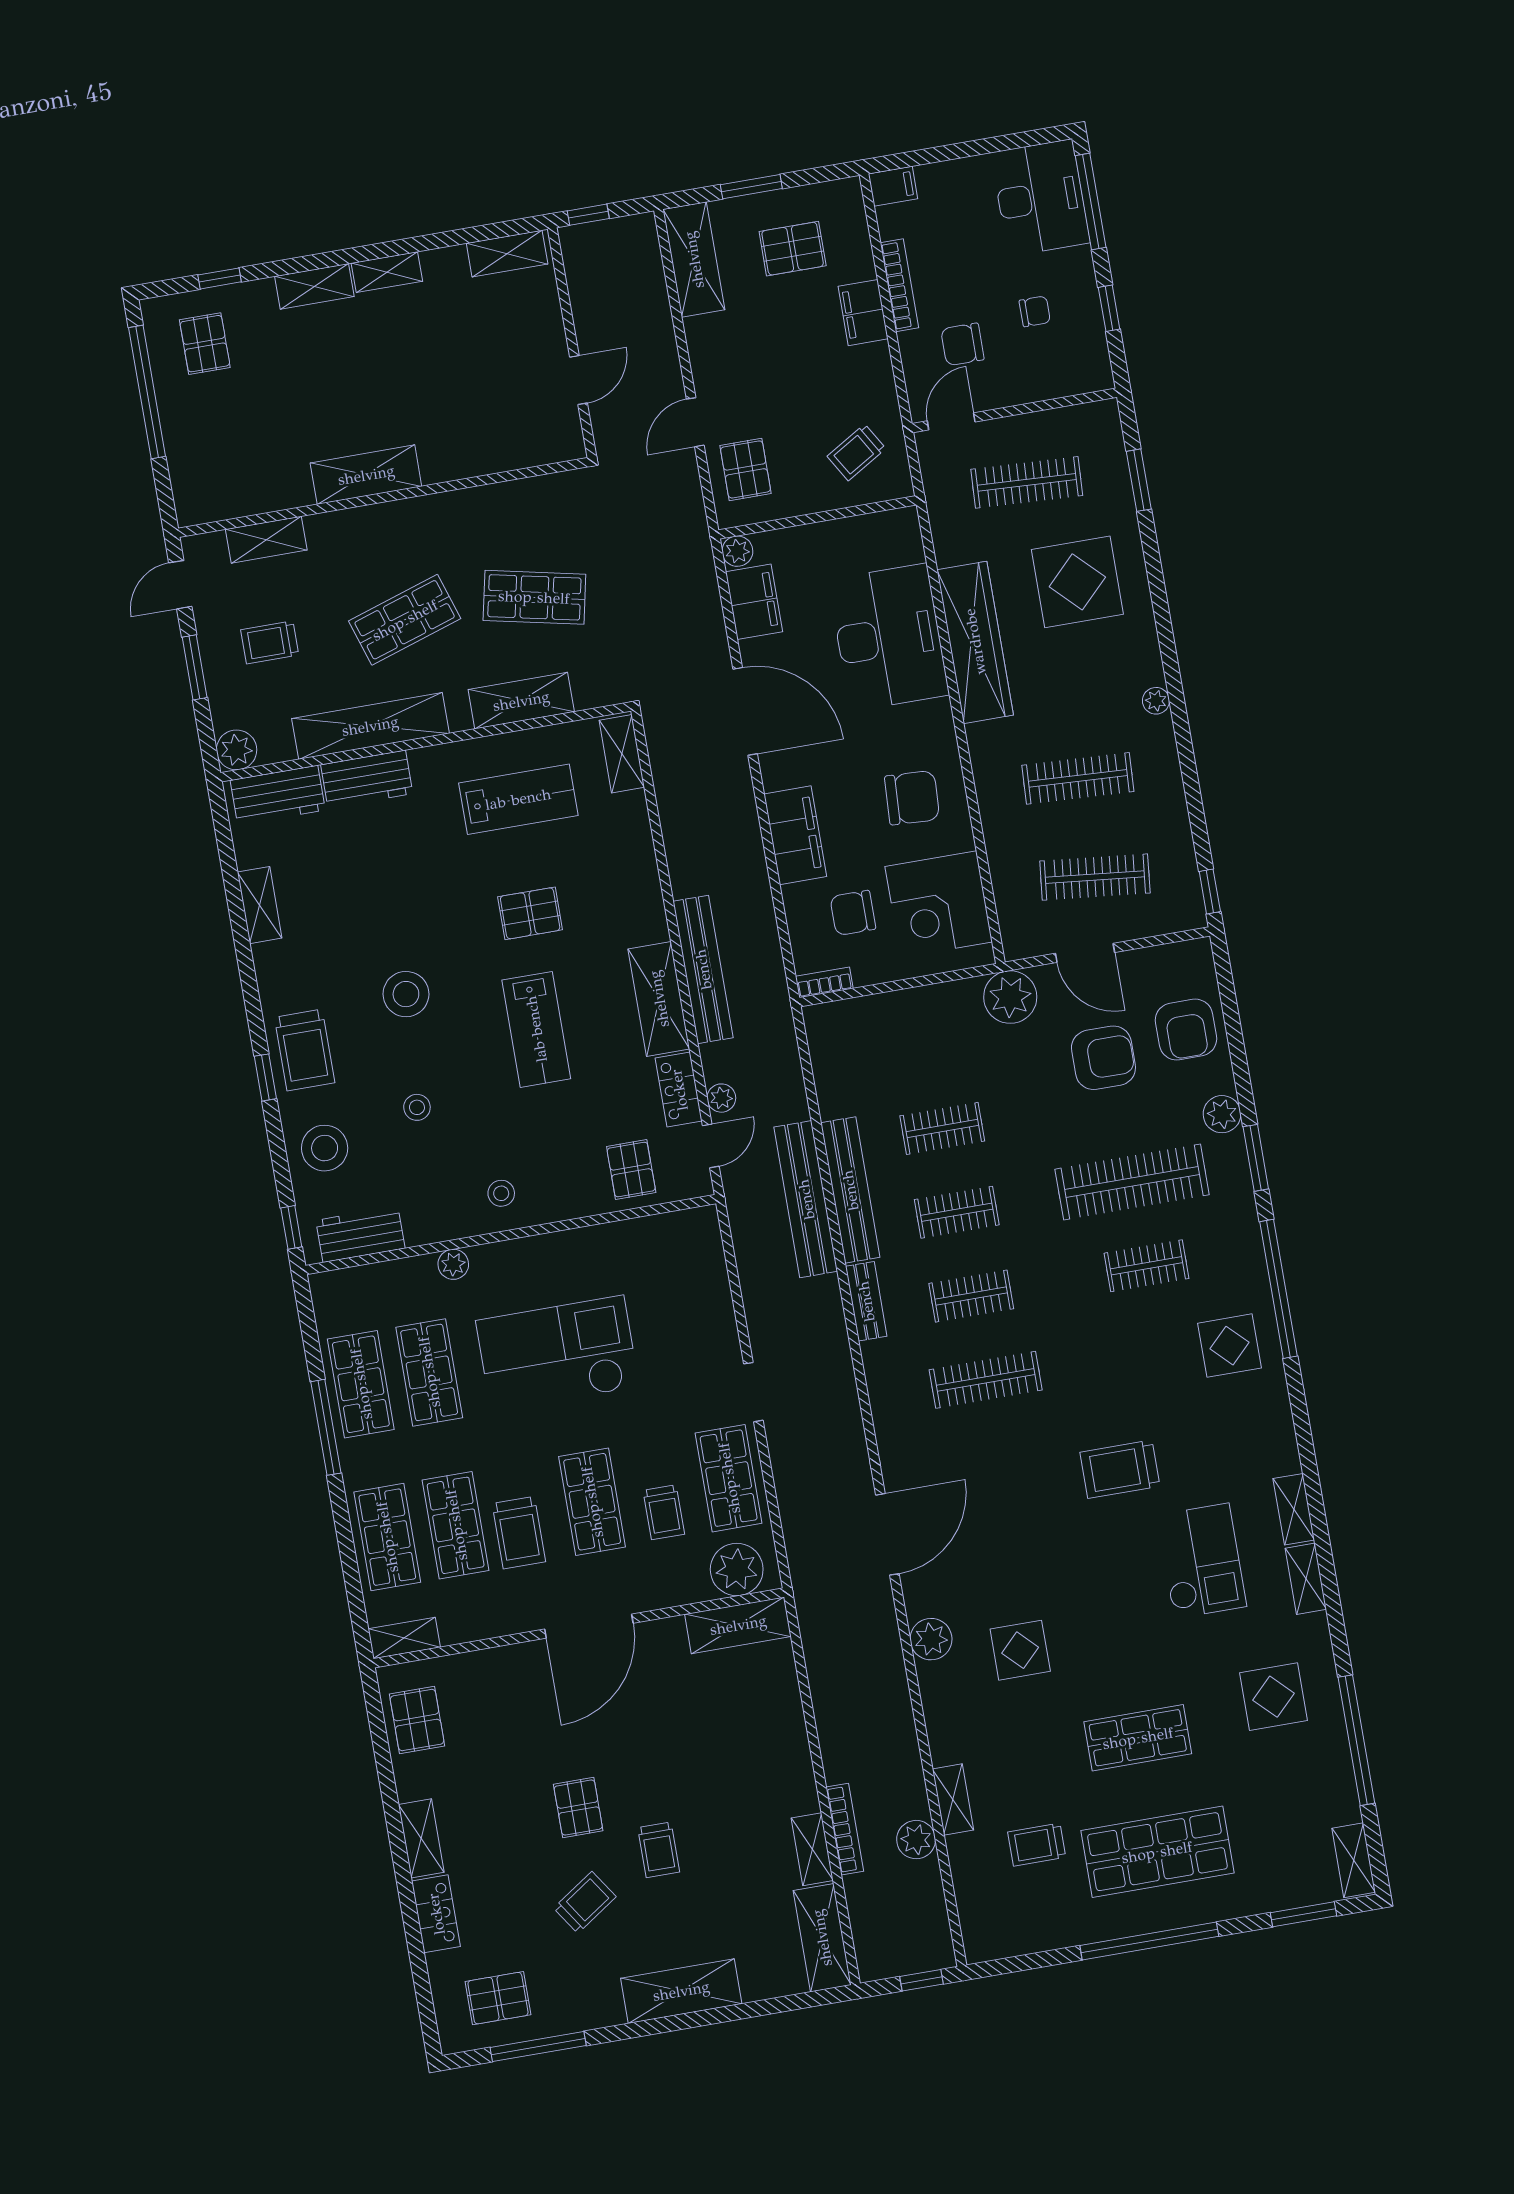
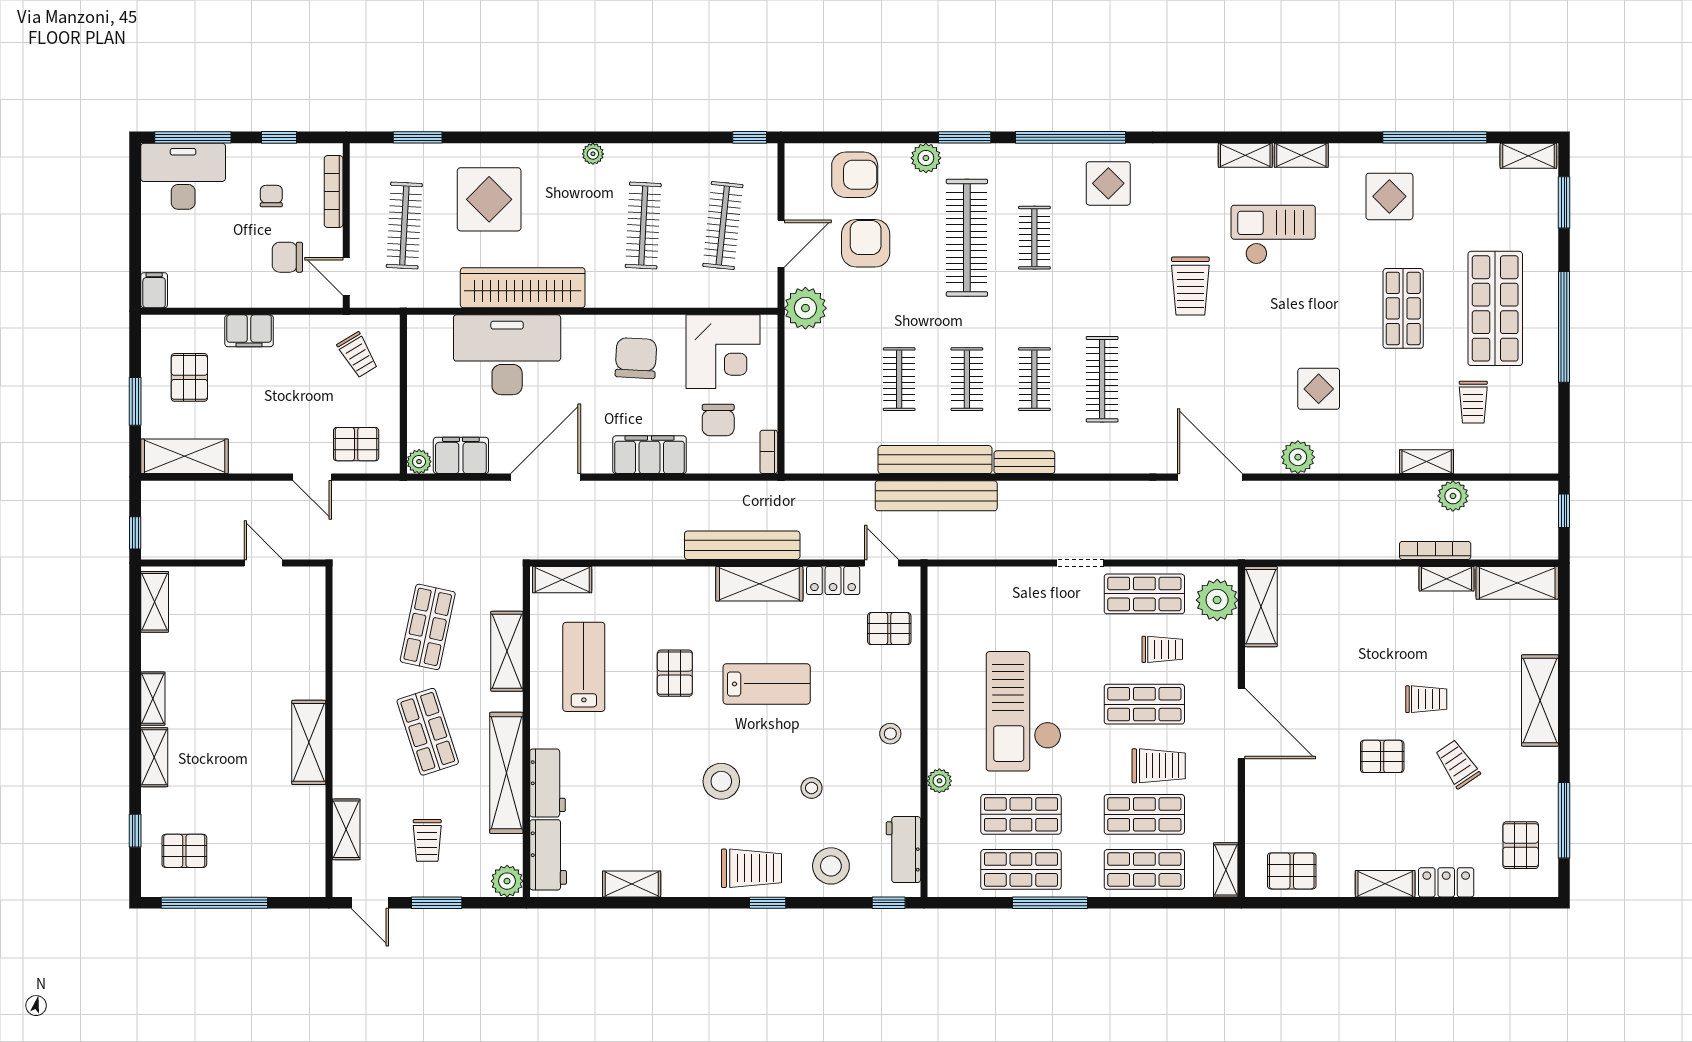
bookcase: (899, 285) -> (334, 192), moved, turned -90
chair: (962, 344) -> (287, 257), turned 90
plant: (721, 1098) -> (845, 548), removed

